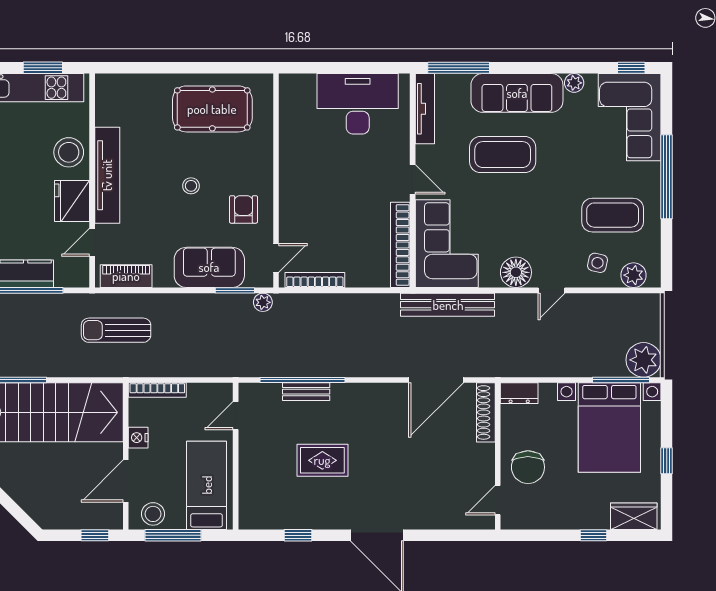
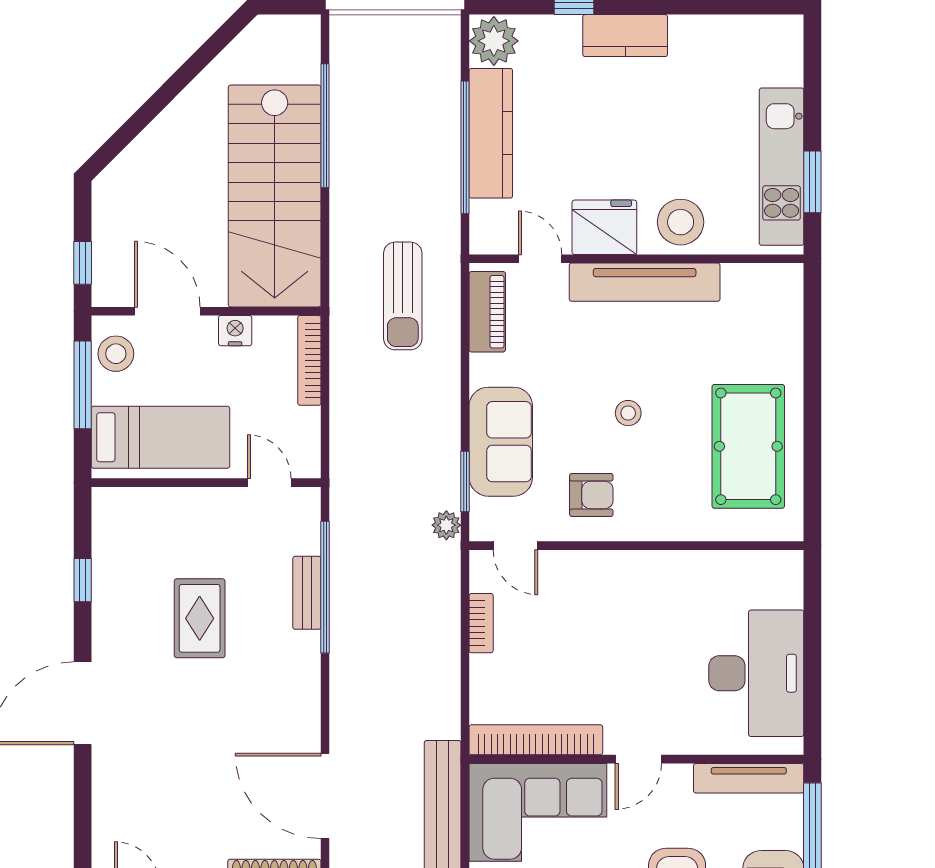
bookcase: (315, 280) -> (481, 623), width x0.64
sun lounger: (116, 330) -> (403, 296), turned 180

